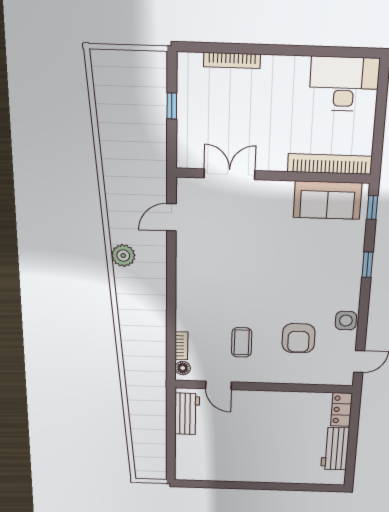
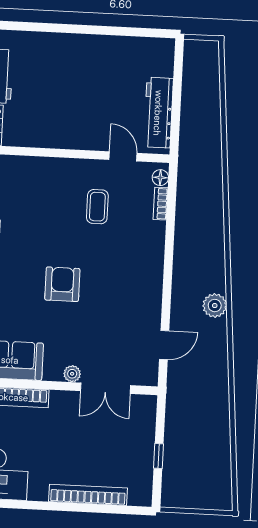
bookcase: (232, 60) -> (88, 495), width x1.48, depth x1.31
plant: (264, 188) -> (72, 374), added
armchair: (299, 338) -> (62, 284), moved
workbench: (187, 414) -> (158, 113), width x1.38

